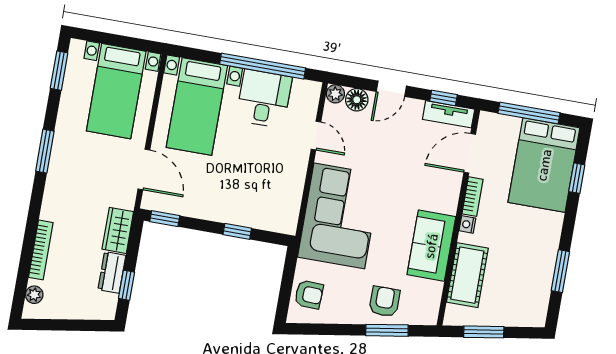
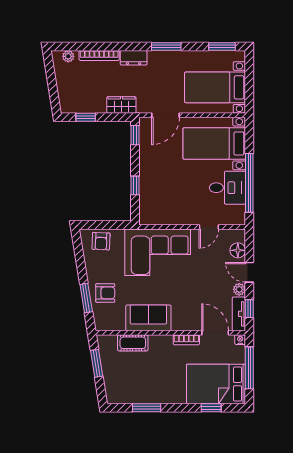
plant: (335, 94) -> (239, 289), moved
nightstand: (467, 224) -> (240, 340), moved
dresser: (112, 272) -> (134, 58), moved, turned 180
cot: (467, 275) -> (133, 343), width x0.73, depth x0.75

